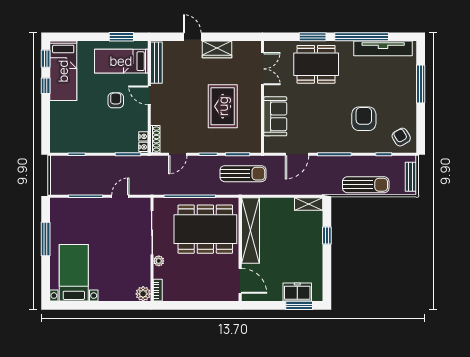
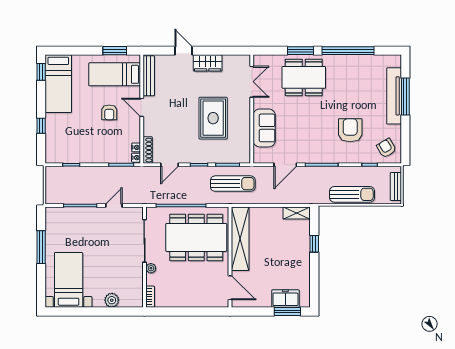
tv unit: (383, 48) -> (394, 96), moved, turned 90
window: (46, 86) -> (41, 126), moved
armchair: (116, 100) -> (109, 112), turned 180
plant: (143, 294) -> (112, 300), moved

